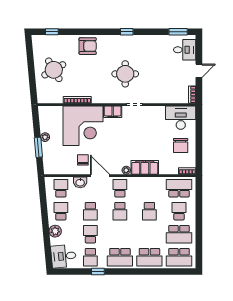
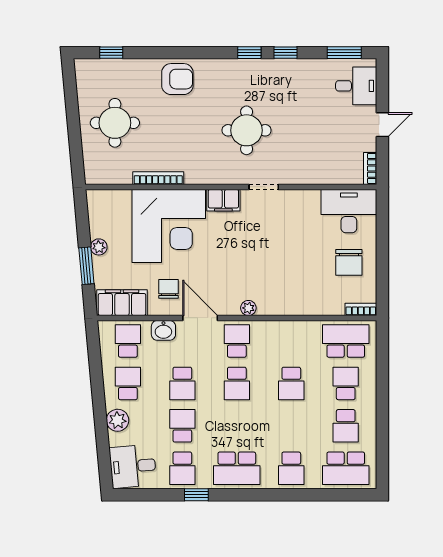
window: (146, 32) -> (285, 53), added
round table: (54, 70) -> (115, 123), turned 30
filing cabinet: (145, 167) -> (122, 303), moved
school desk: (179, 234) -> (346, 426), width x0.54
school desk: (149, 257) -> (291, 468), width x0.54

